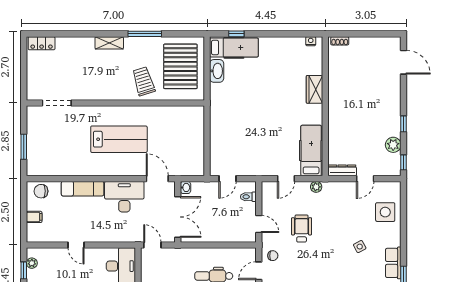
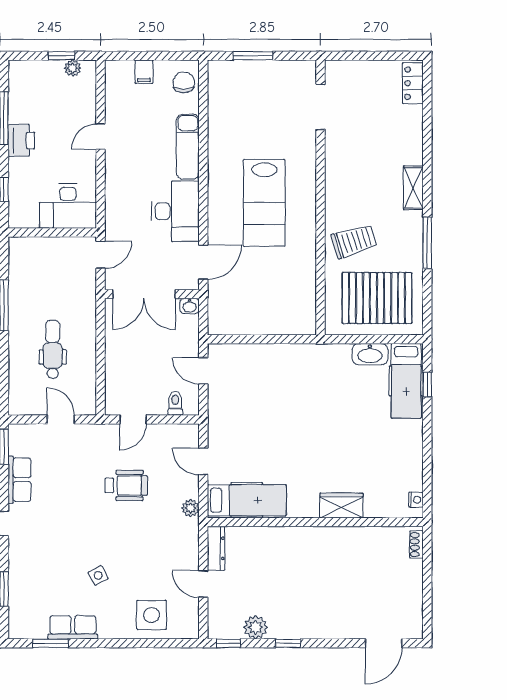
chair: (273, 256) -> (84, 441), removed

